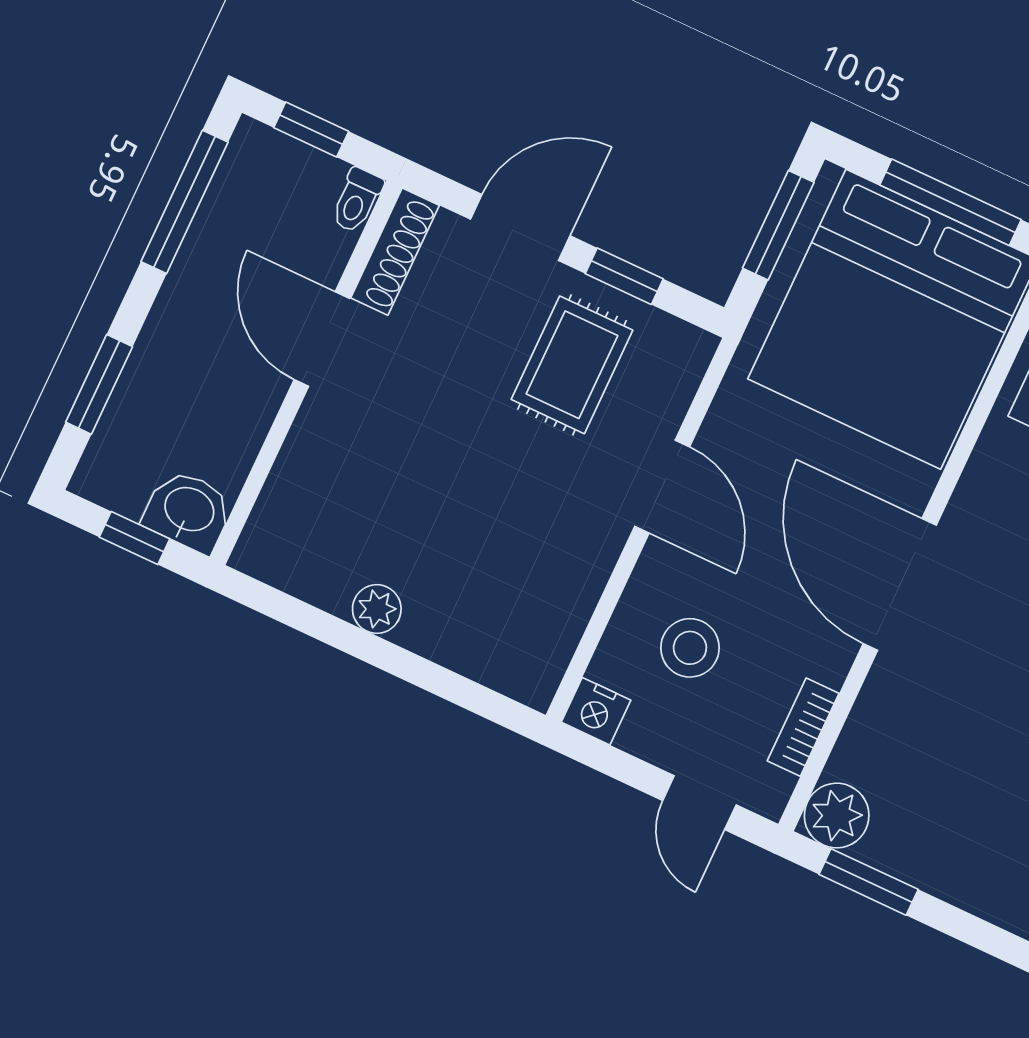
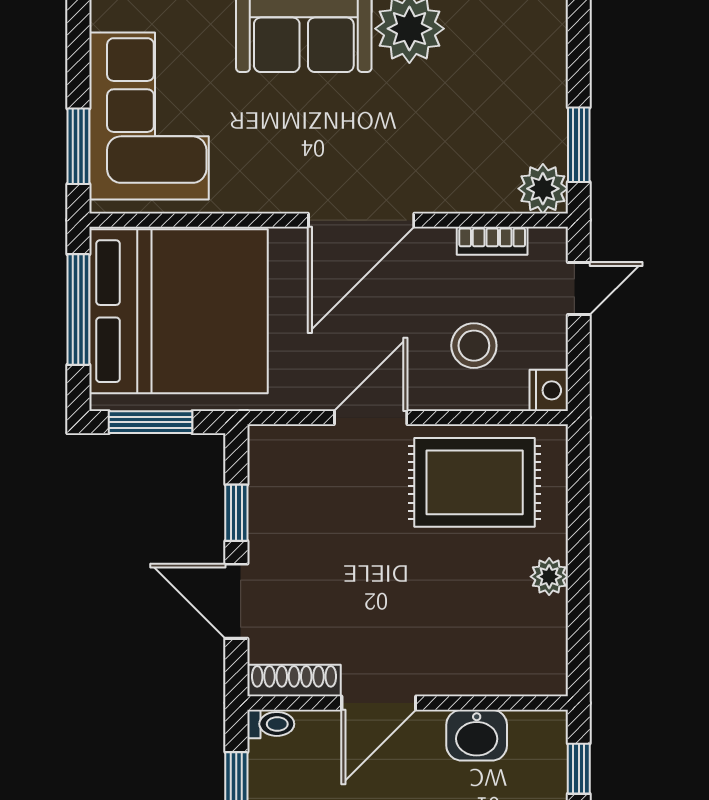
rug: (572, 365) -> (475, 482), moved, width x1.36, depth x1.43
washbasin: (189, 511) -> (477, 735), moved, turned -90

